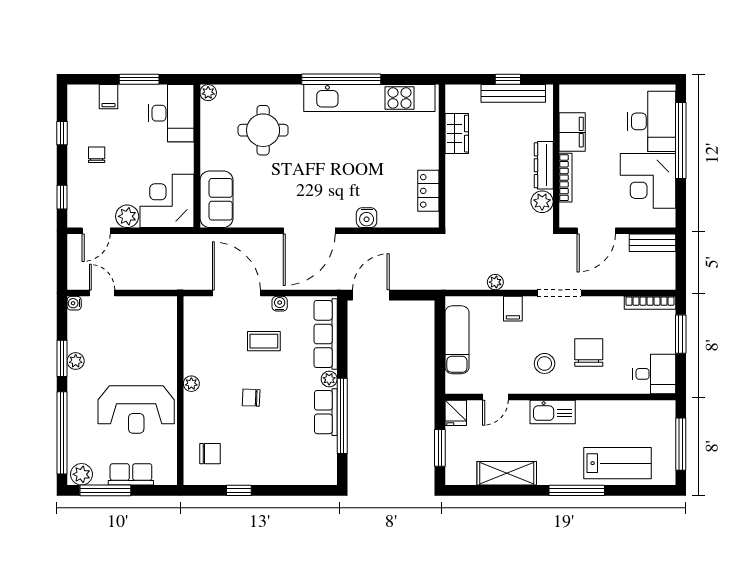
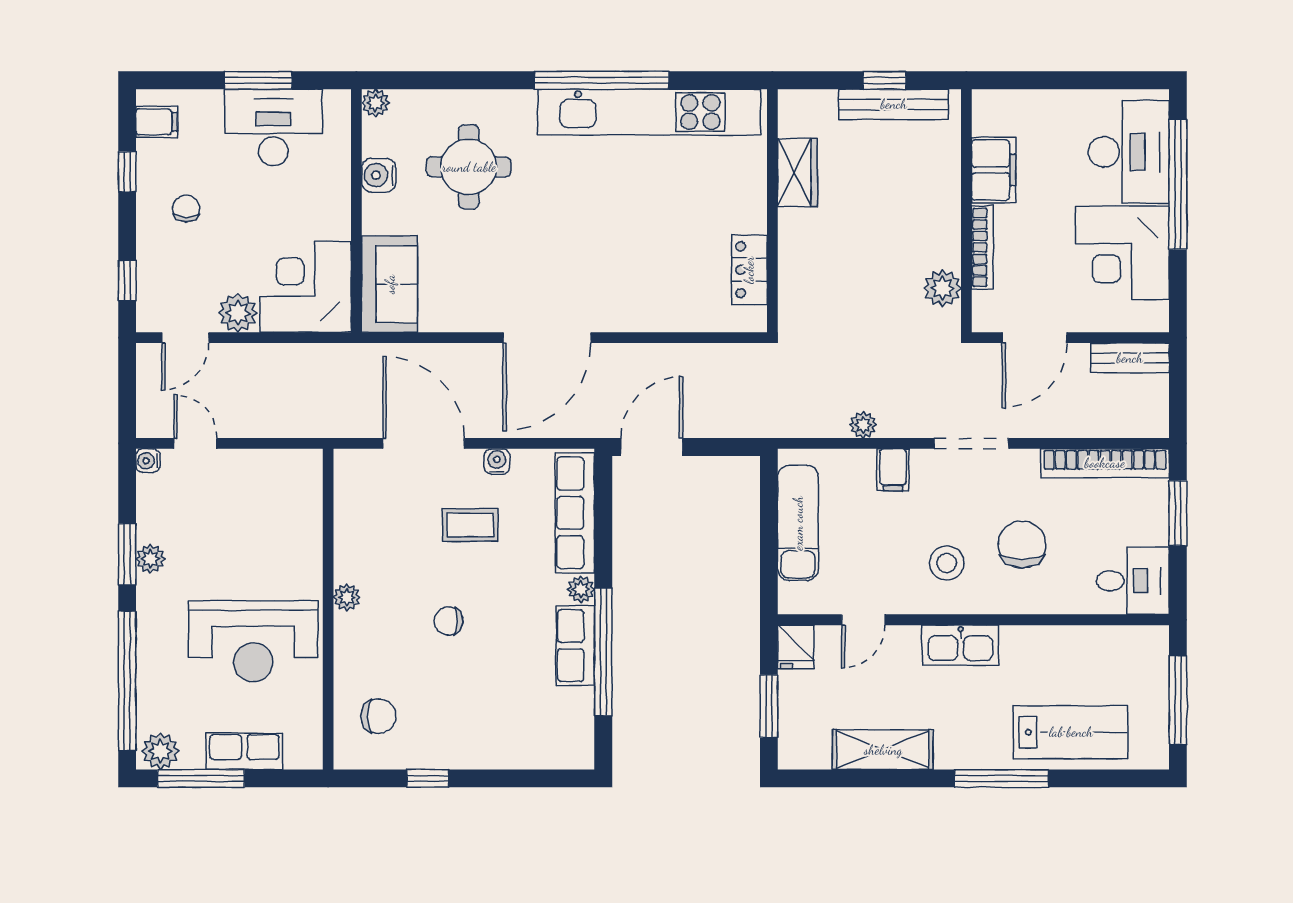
filing cabinet: (108, 97) -> (157, 122), moved, turned -90
desk: (171, 113) -> (273, 127), moved, turned -90
dresser: (544, 165) -> (945, 226), removed
water cooler: (367, 218) -> (379, 175), moved, turned 90
bookcase: (650, 303) -> (1105, 463), width x1.48, depth x1.31

